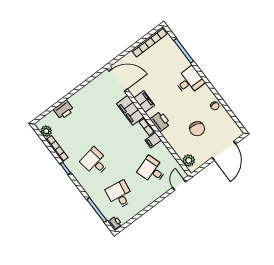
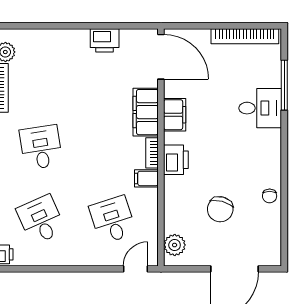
desk: (189, 81) -> (260, 108), moved
printer: (64, 110) -> (105, 40), moved
desk: (120, 195) -> (41, 220), turned -33

